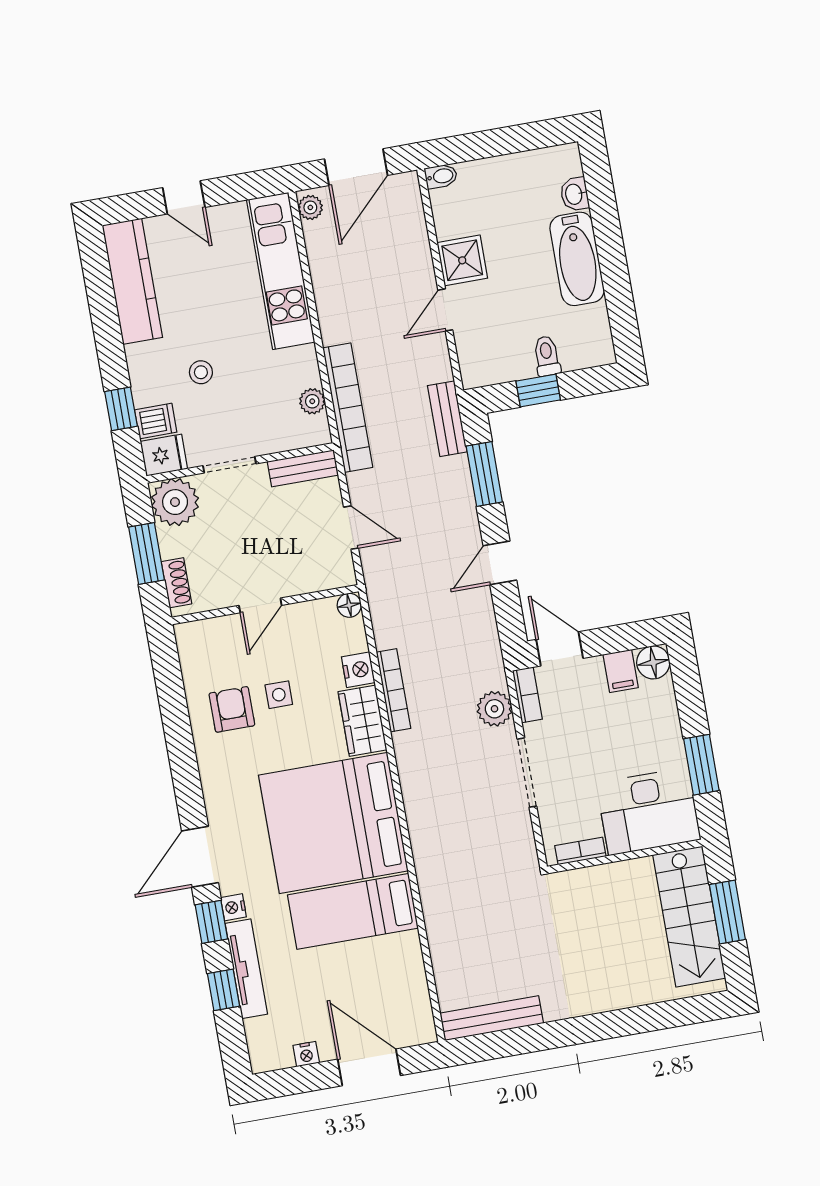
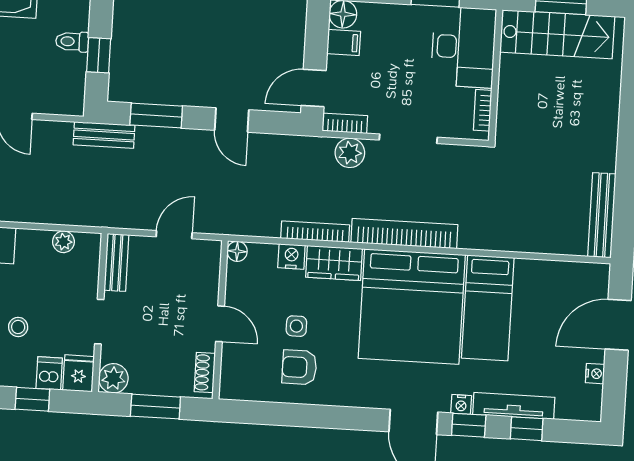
bookcase: (348, 408) -> (404, 234), moved
plant: (175, 502) -> (113, 378), width x0.73, depth x0.73
shoe rack: (177, 583) -> (205, 373), moved, turned -90

